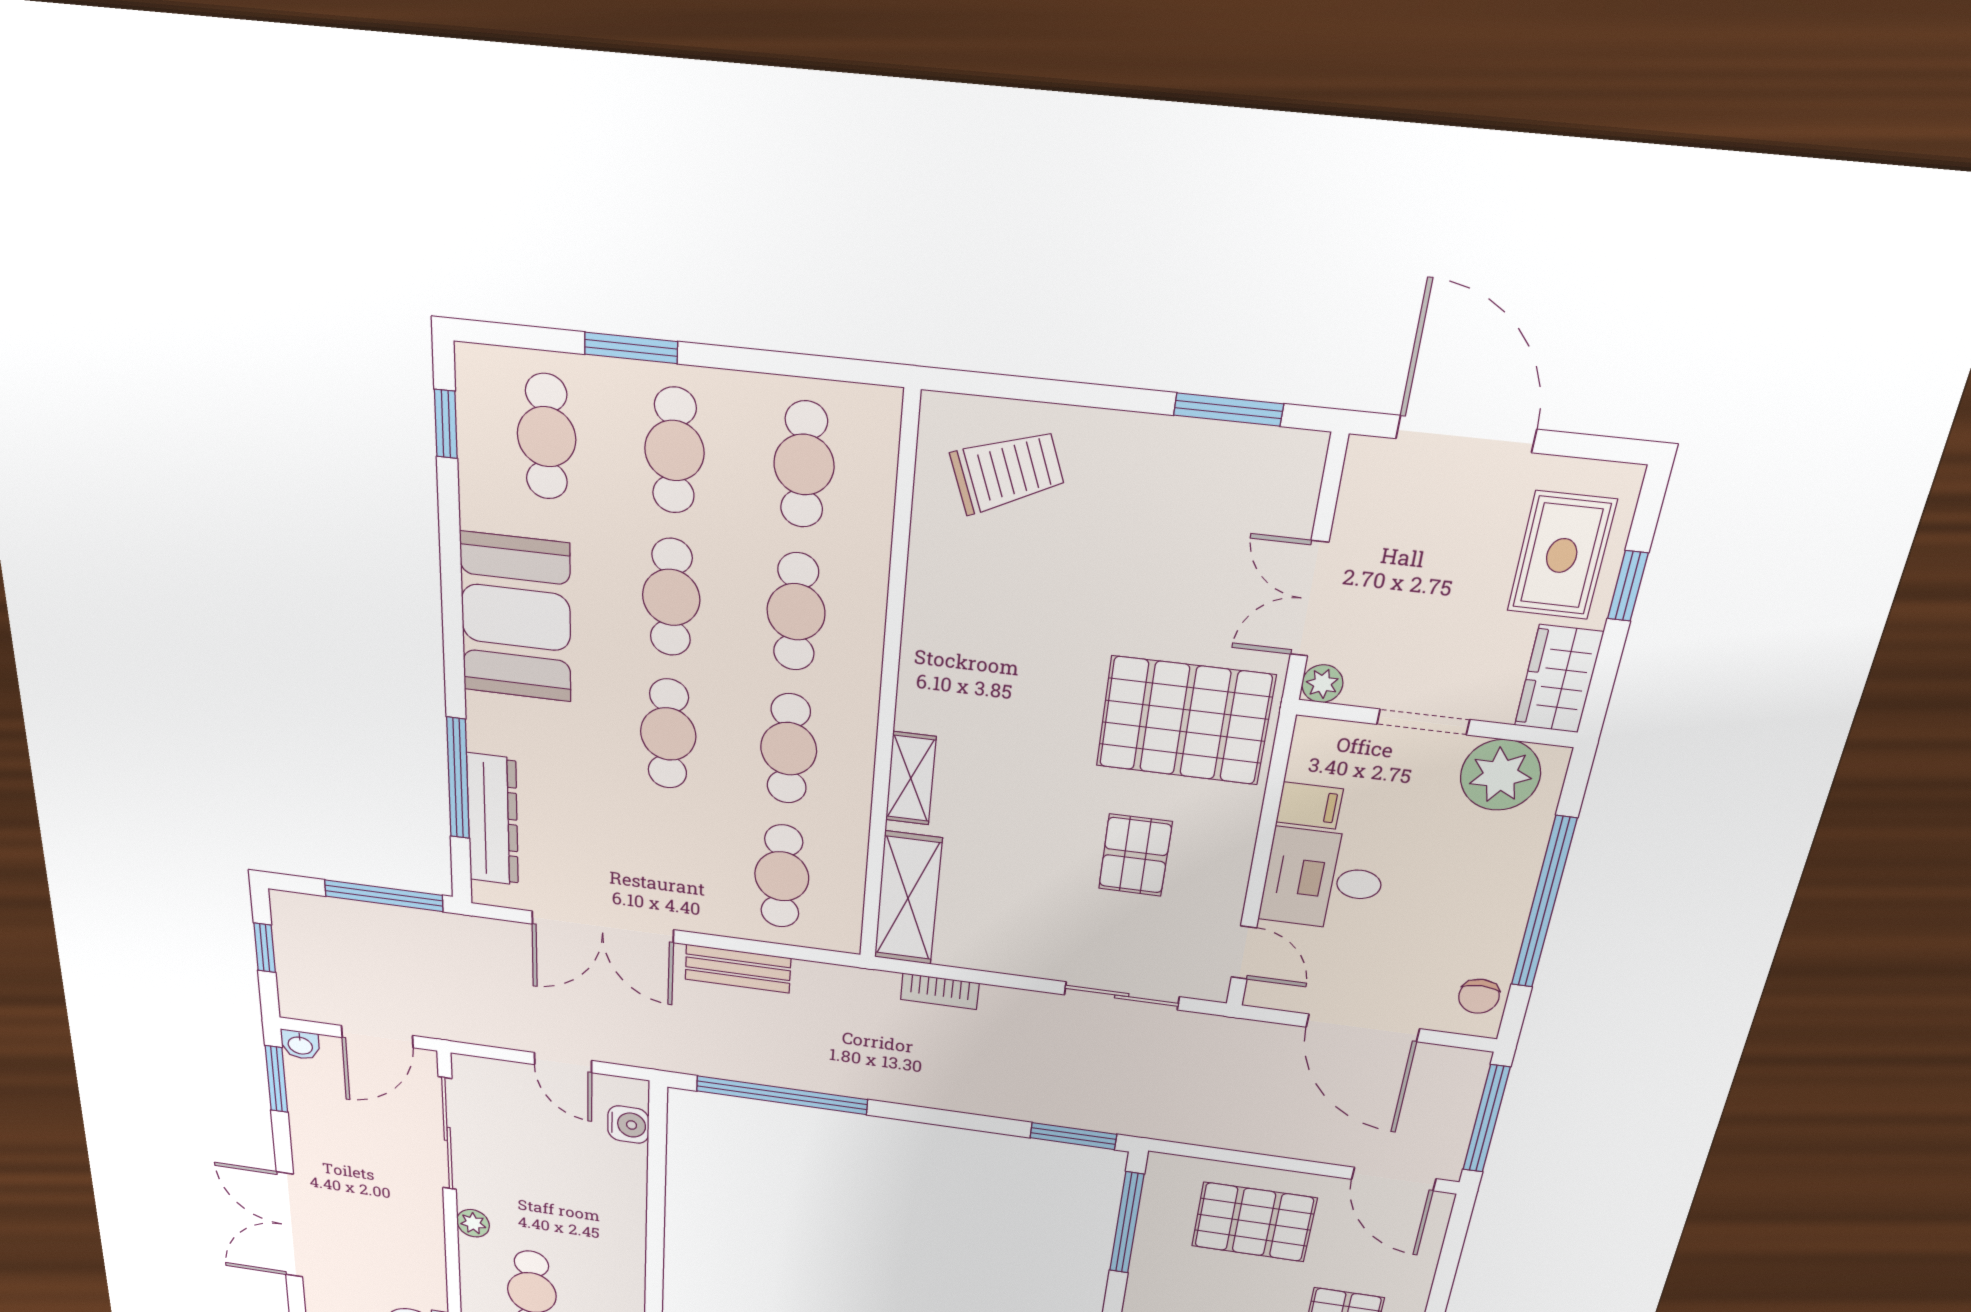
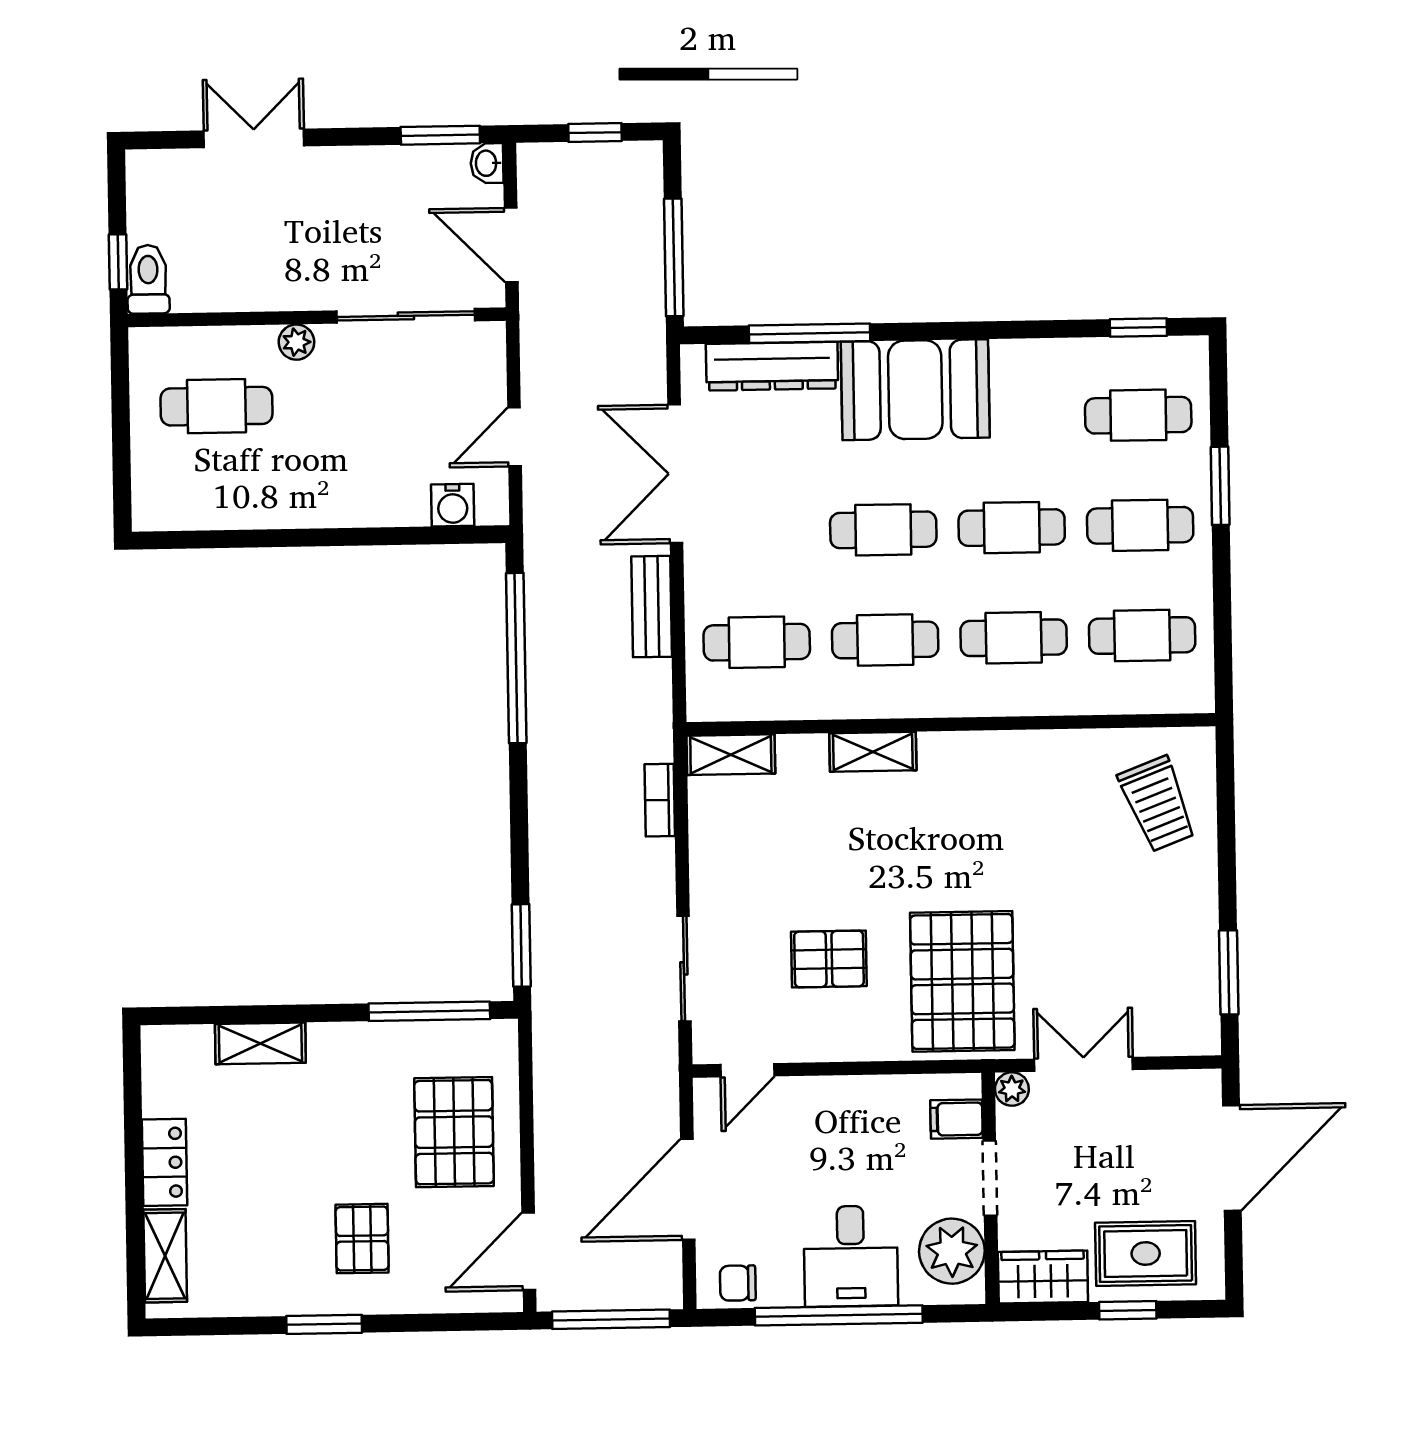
booth: (516, 617) -> (915, 390), moved
filing cabinet: (1309, 806) -> (956, 1119), moved, turned 90
desk: (1323, 880) -> (851, 1256), moved, turned 180
shelving: (908, 898) -> (731, 755), width x0.67, depth x0.75
double door: (290, 1225) -> (254, 138), width x0.73

